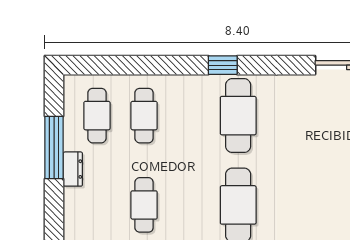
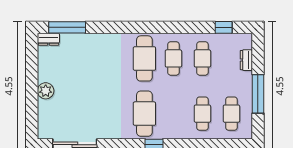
dresser: (73, 169) -> (246, 60), moved
cafe table: (191, 205) -> (173, 58), added

